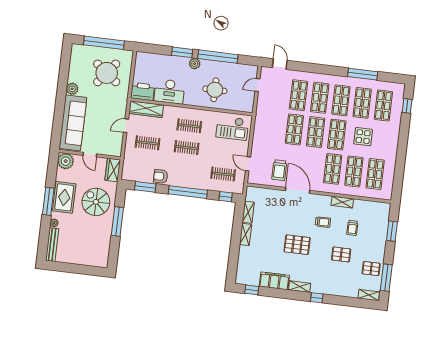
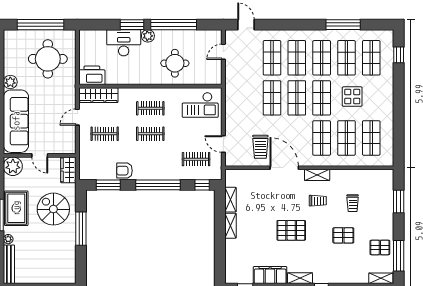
round table: (107, 73) -> (48, 59), turned -38
desk: (169, 91) -> (124, 43), moved, turned 180
shelving: (342, 202) -> (317, 175), moved

